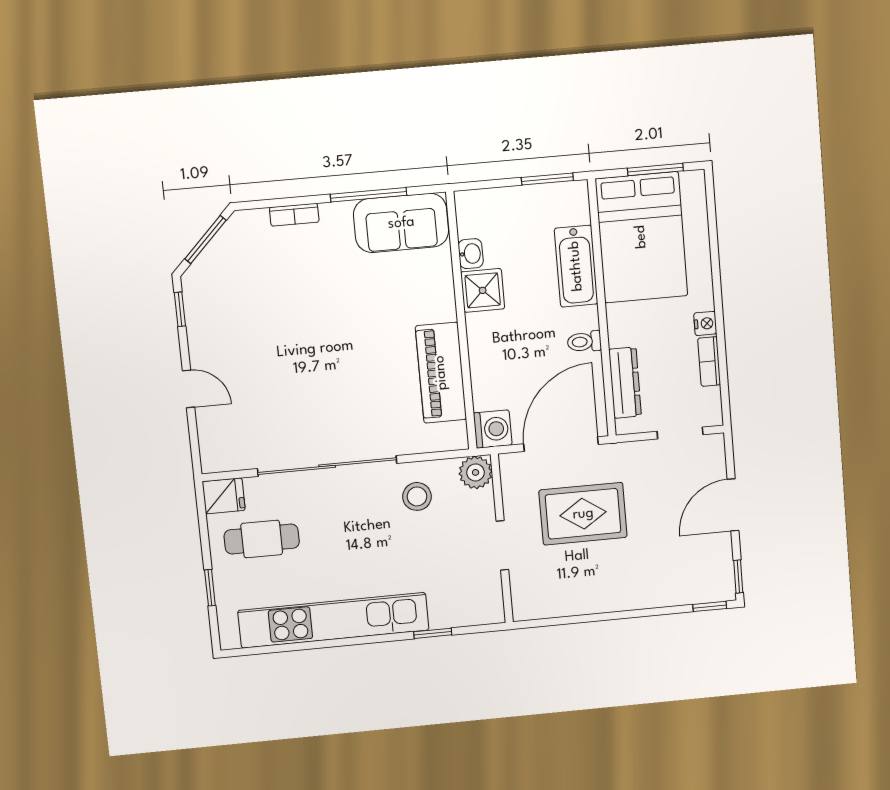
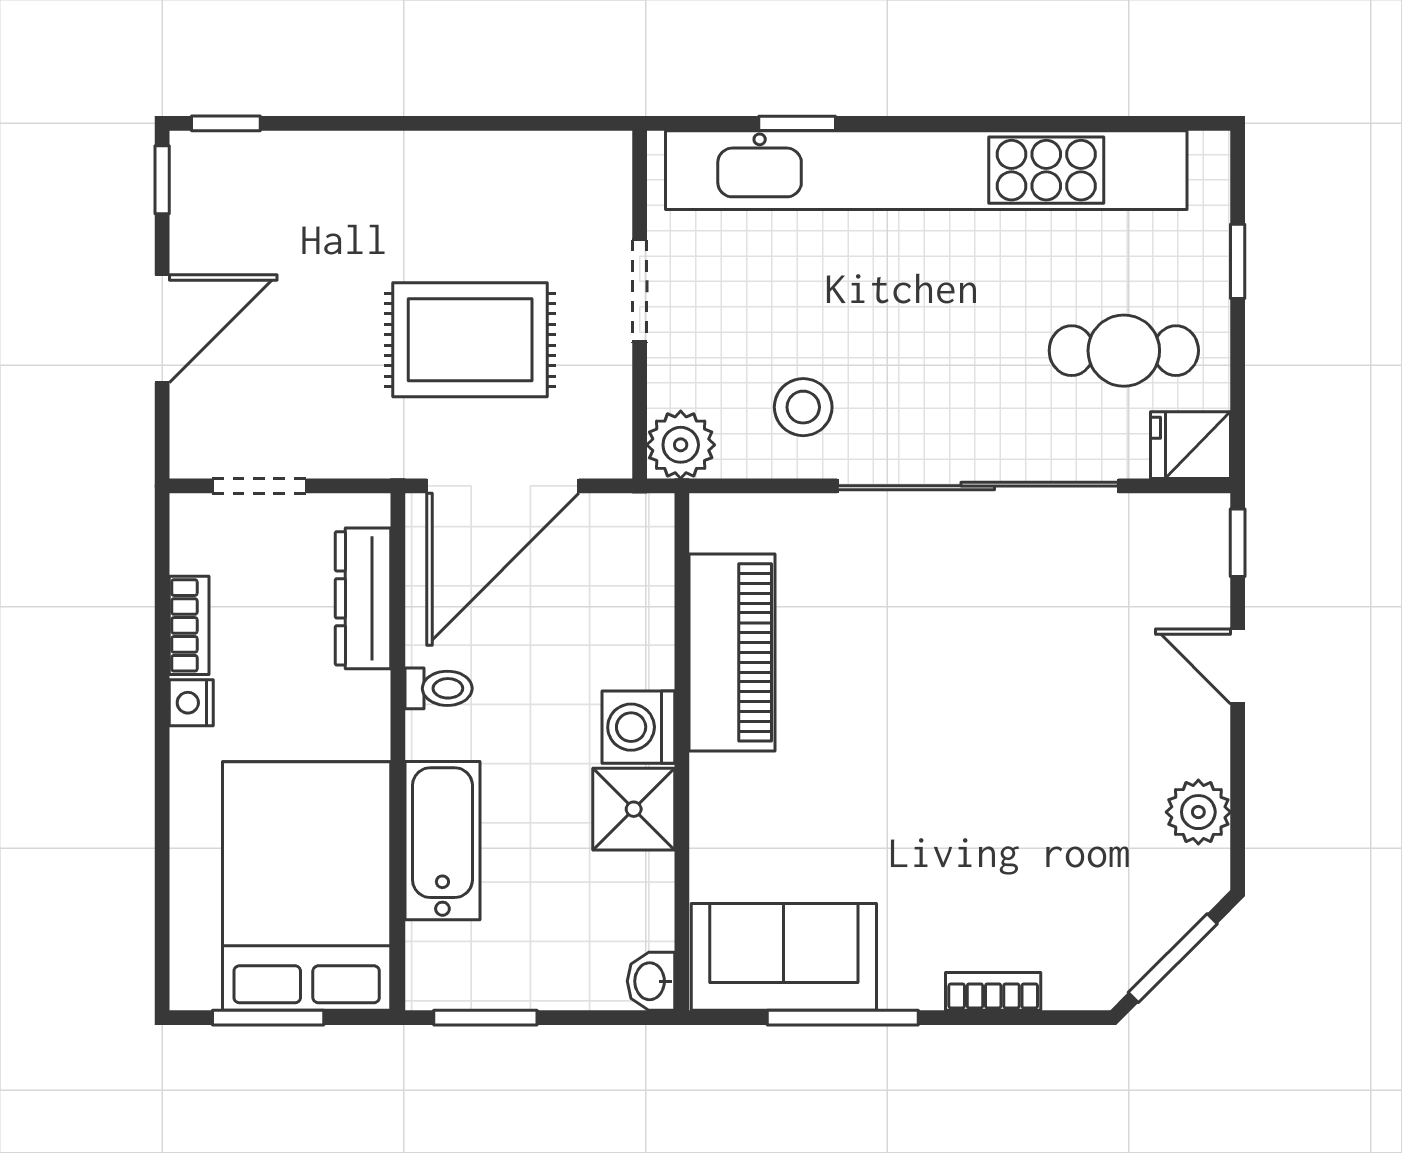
washbasin: (471, 254) -> (651, 981), moved
window: (180, 309) -> (1238, 543), moved
plant: (200, 314) -> (1198, 812), added
washing machine: (493, 429) -> (638, 727), moved
kitchen unit: (334, 620) -> (926, 170), width x1.36

